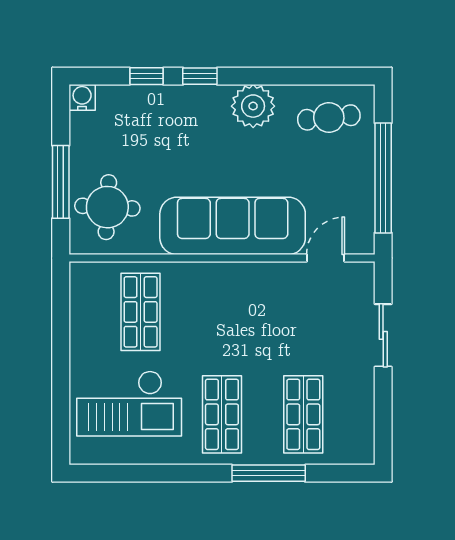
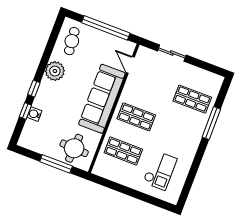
water cooler: (82, 97) -> (34, 114), moved
checkout: (129, 403) -> (160, 170), width x0.73, depth x0.83
shop shelf: (222, 414) -> (136, 117), moved

